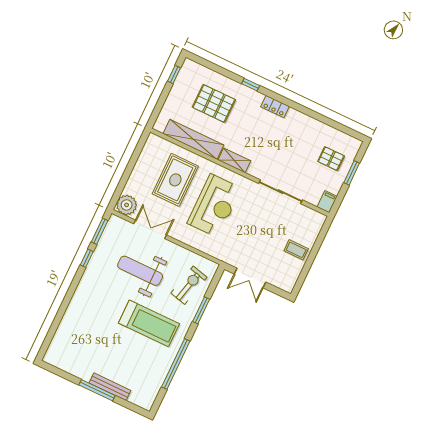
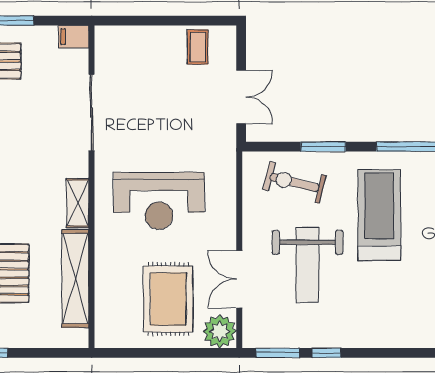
rug: (175, 180) -> (168, 299), moved, turned 90
reception desk: (214, 206) -> (159, 201), turned 180
coffee table: (296, 250) -> (198, 47), moved

